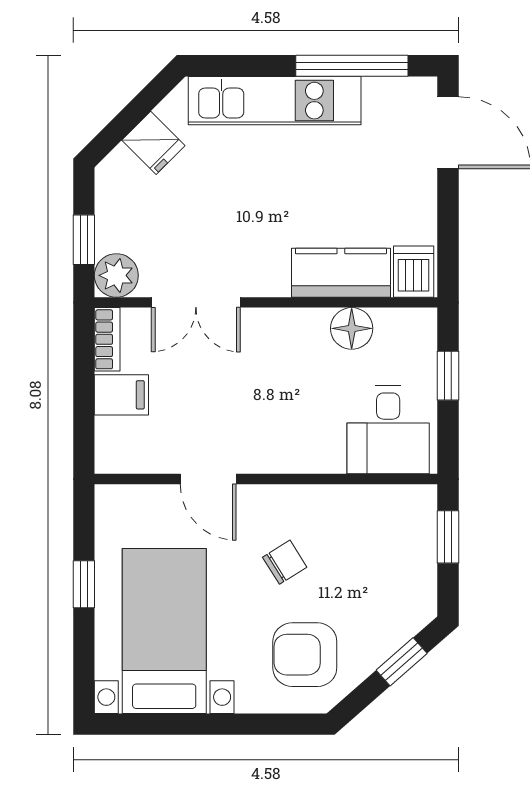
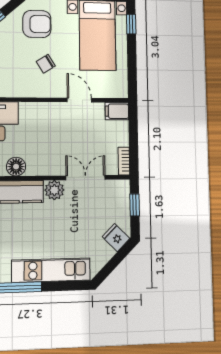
fridge: (153, 143) -> (116, 238), moved
plant: (116, 275) -> (54, 190), moved
filing cabinet: (121, 395) -> (117, 111), moved
window: (84, 584) -> (131, 24), moved

